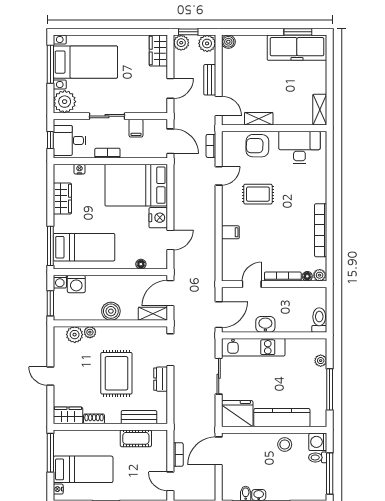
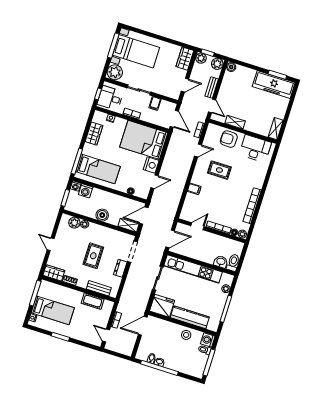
washbasin: (265, 324) -> (221, 262), moved
kitchen unit: (253, 347) -> (193, 269), width x1.36
rug: (116, 373) -> (93, 256), width x0.73, depth x0.70

